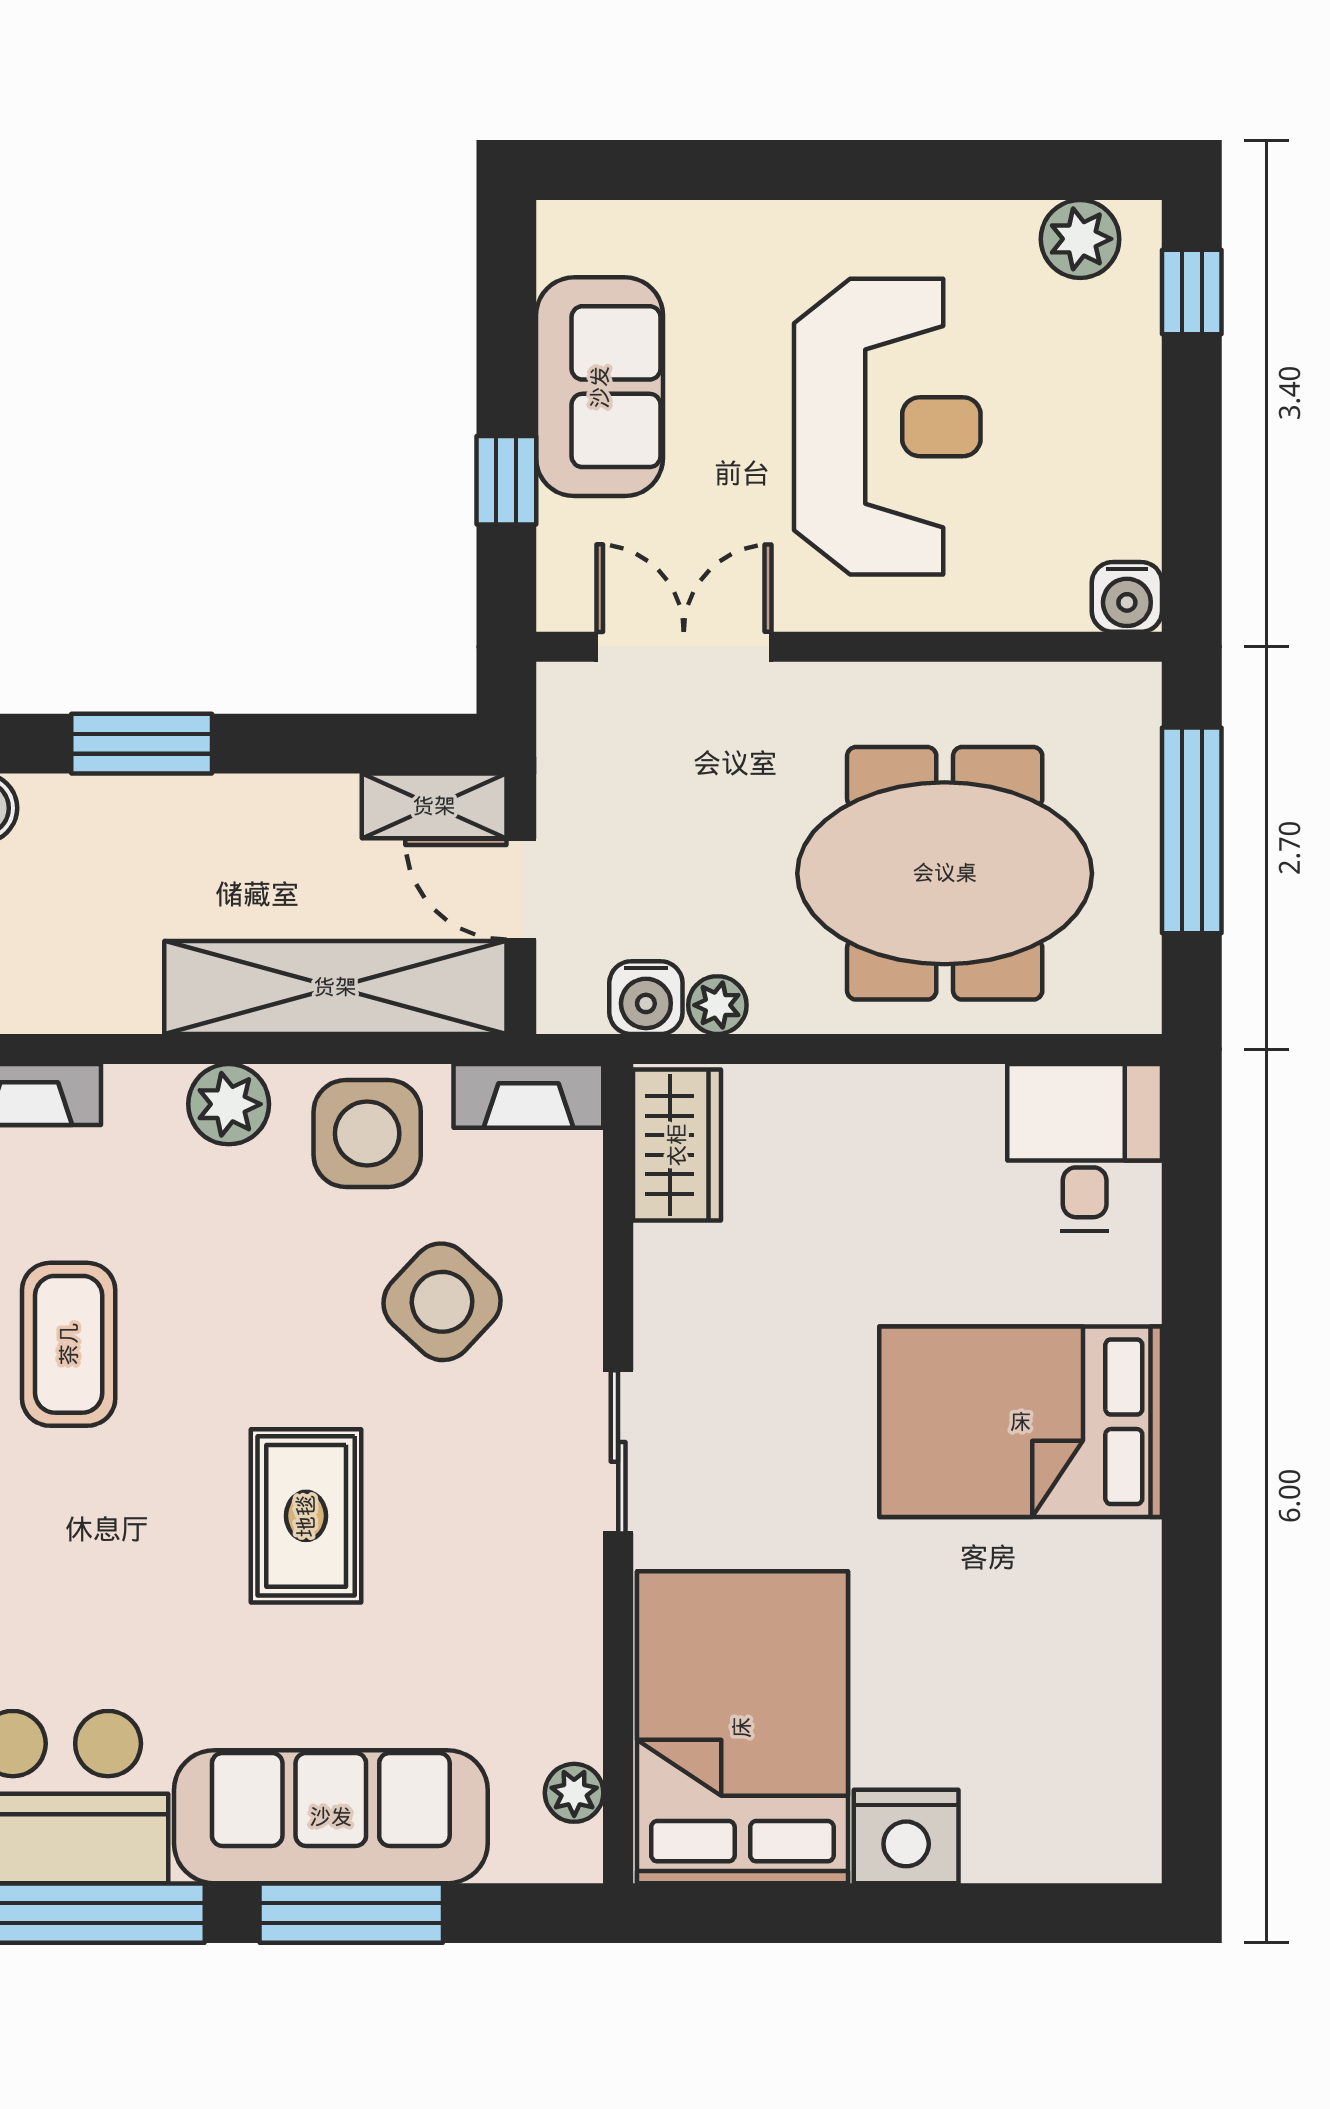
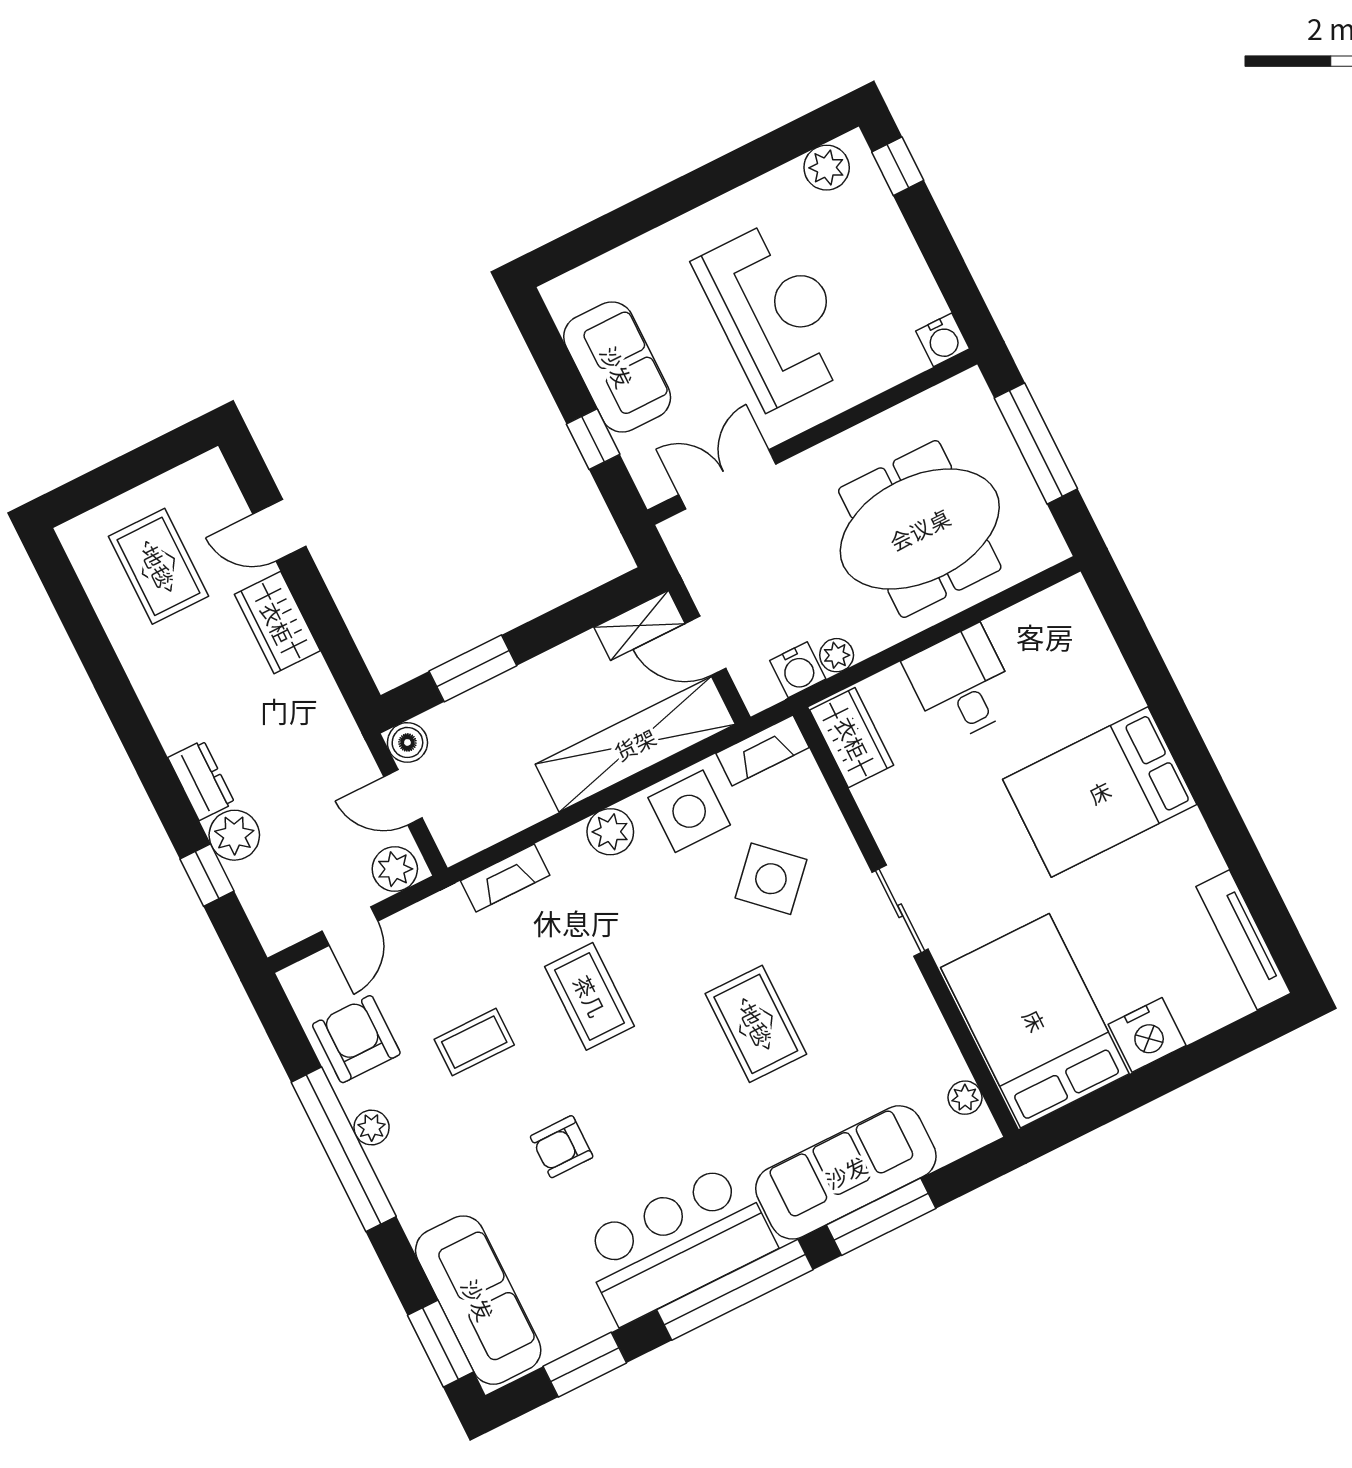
desk: (1085, 1147) -> (962, 684), moved
tv unit: (1129, 1763) -> (1243, 940), added

